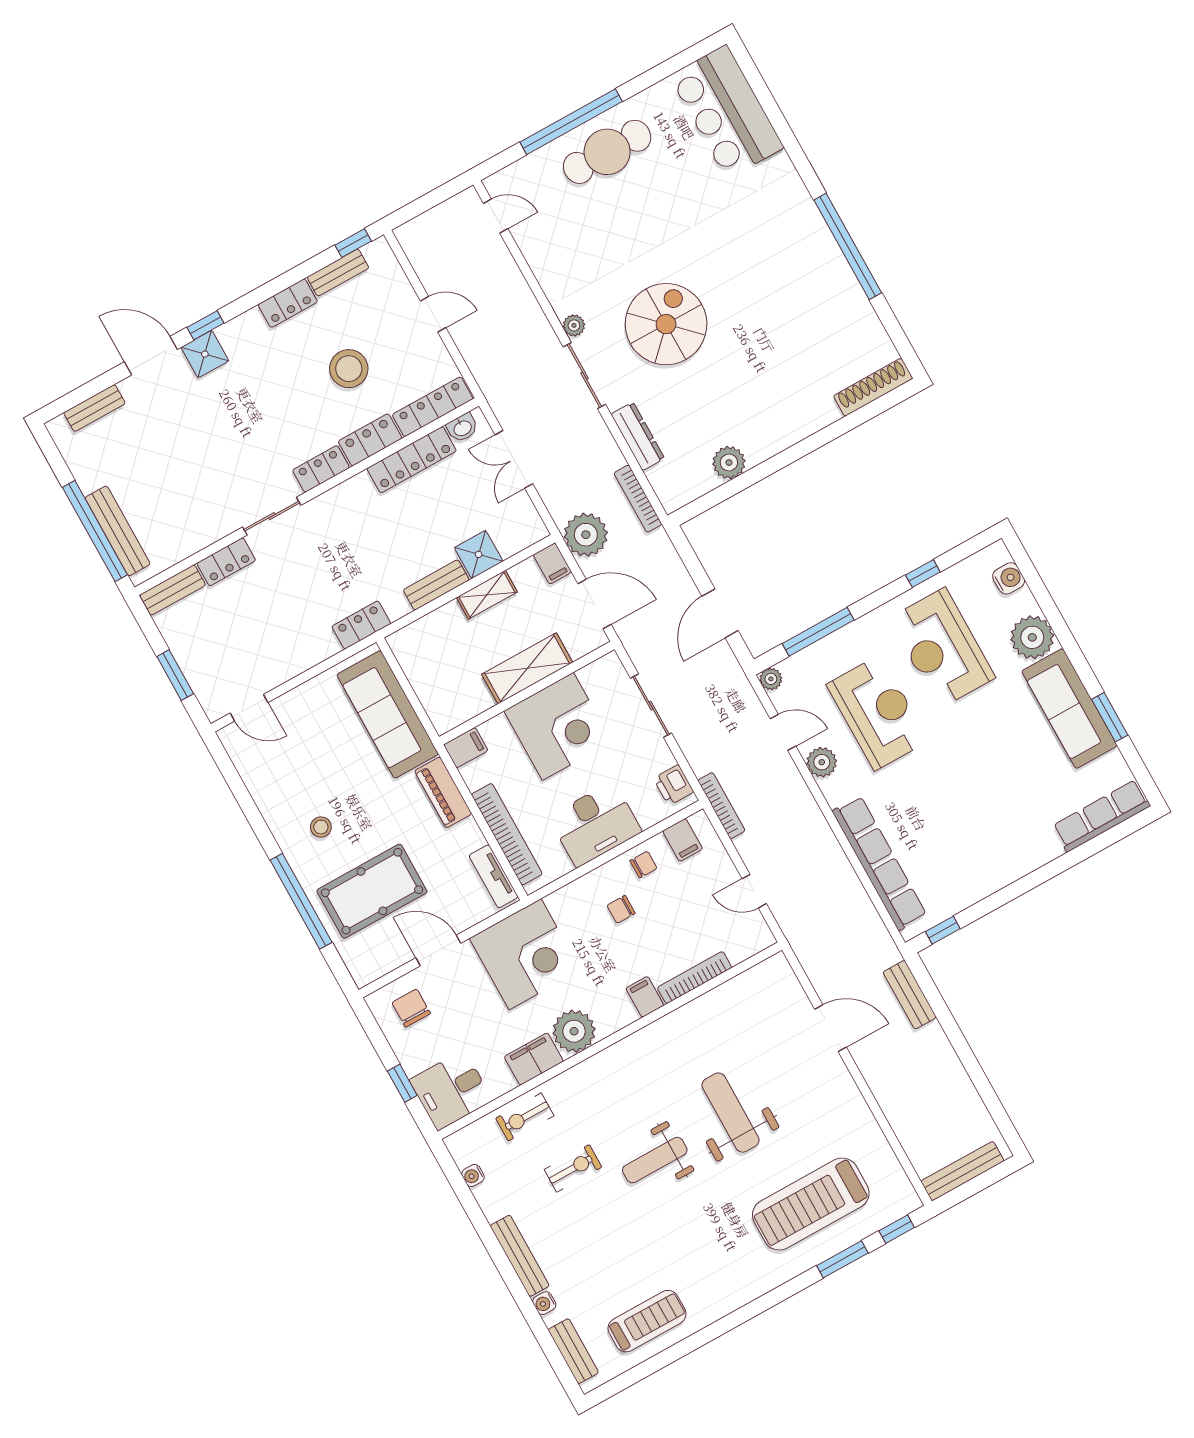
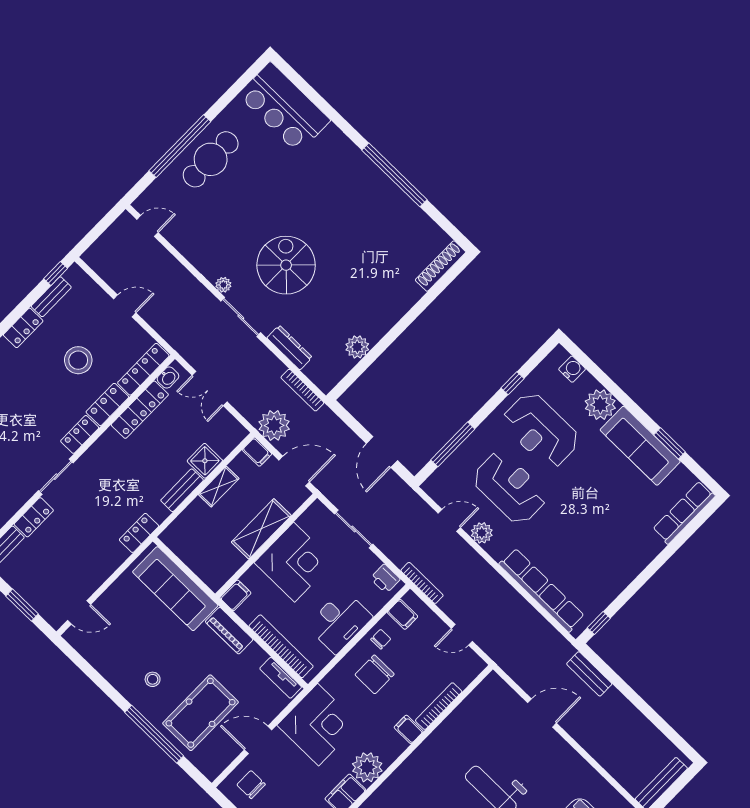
plant: (771, 679) -> (430, 486), removed
chair: (621, 909) -> (375, 674), width x1.87, depth x1.87

